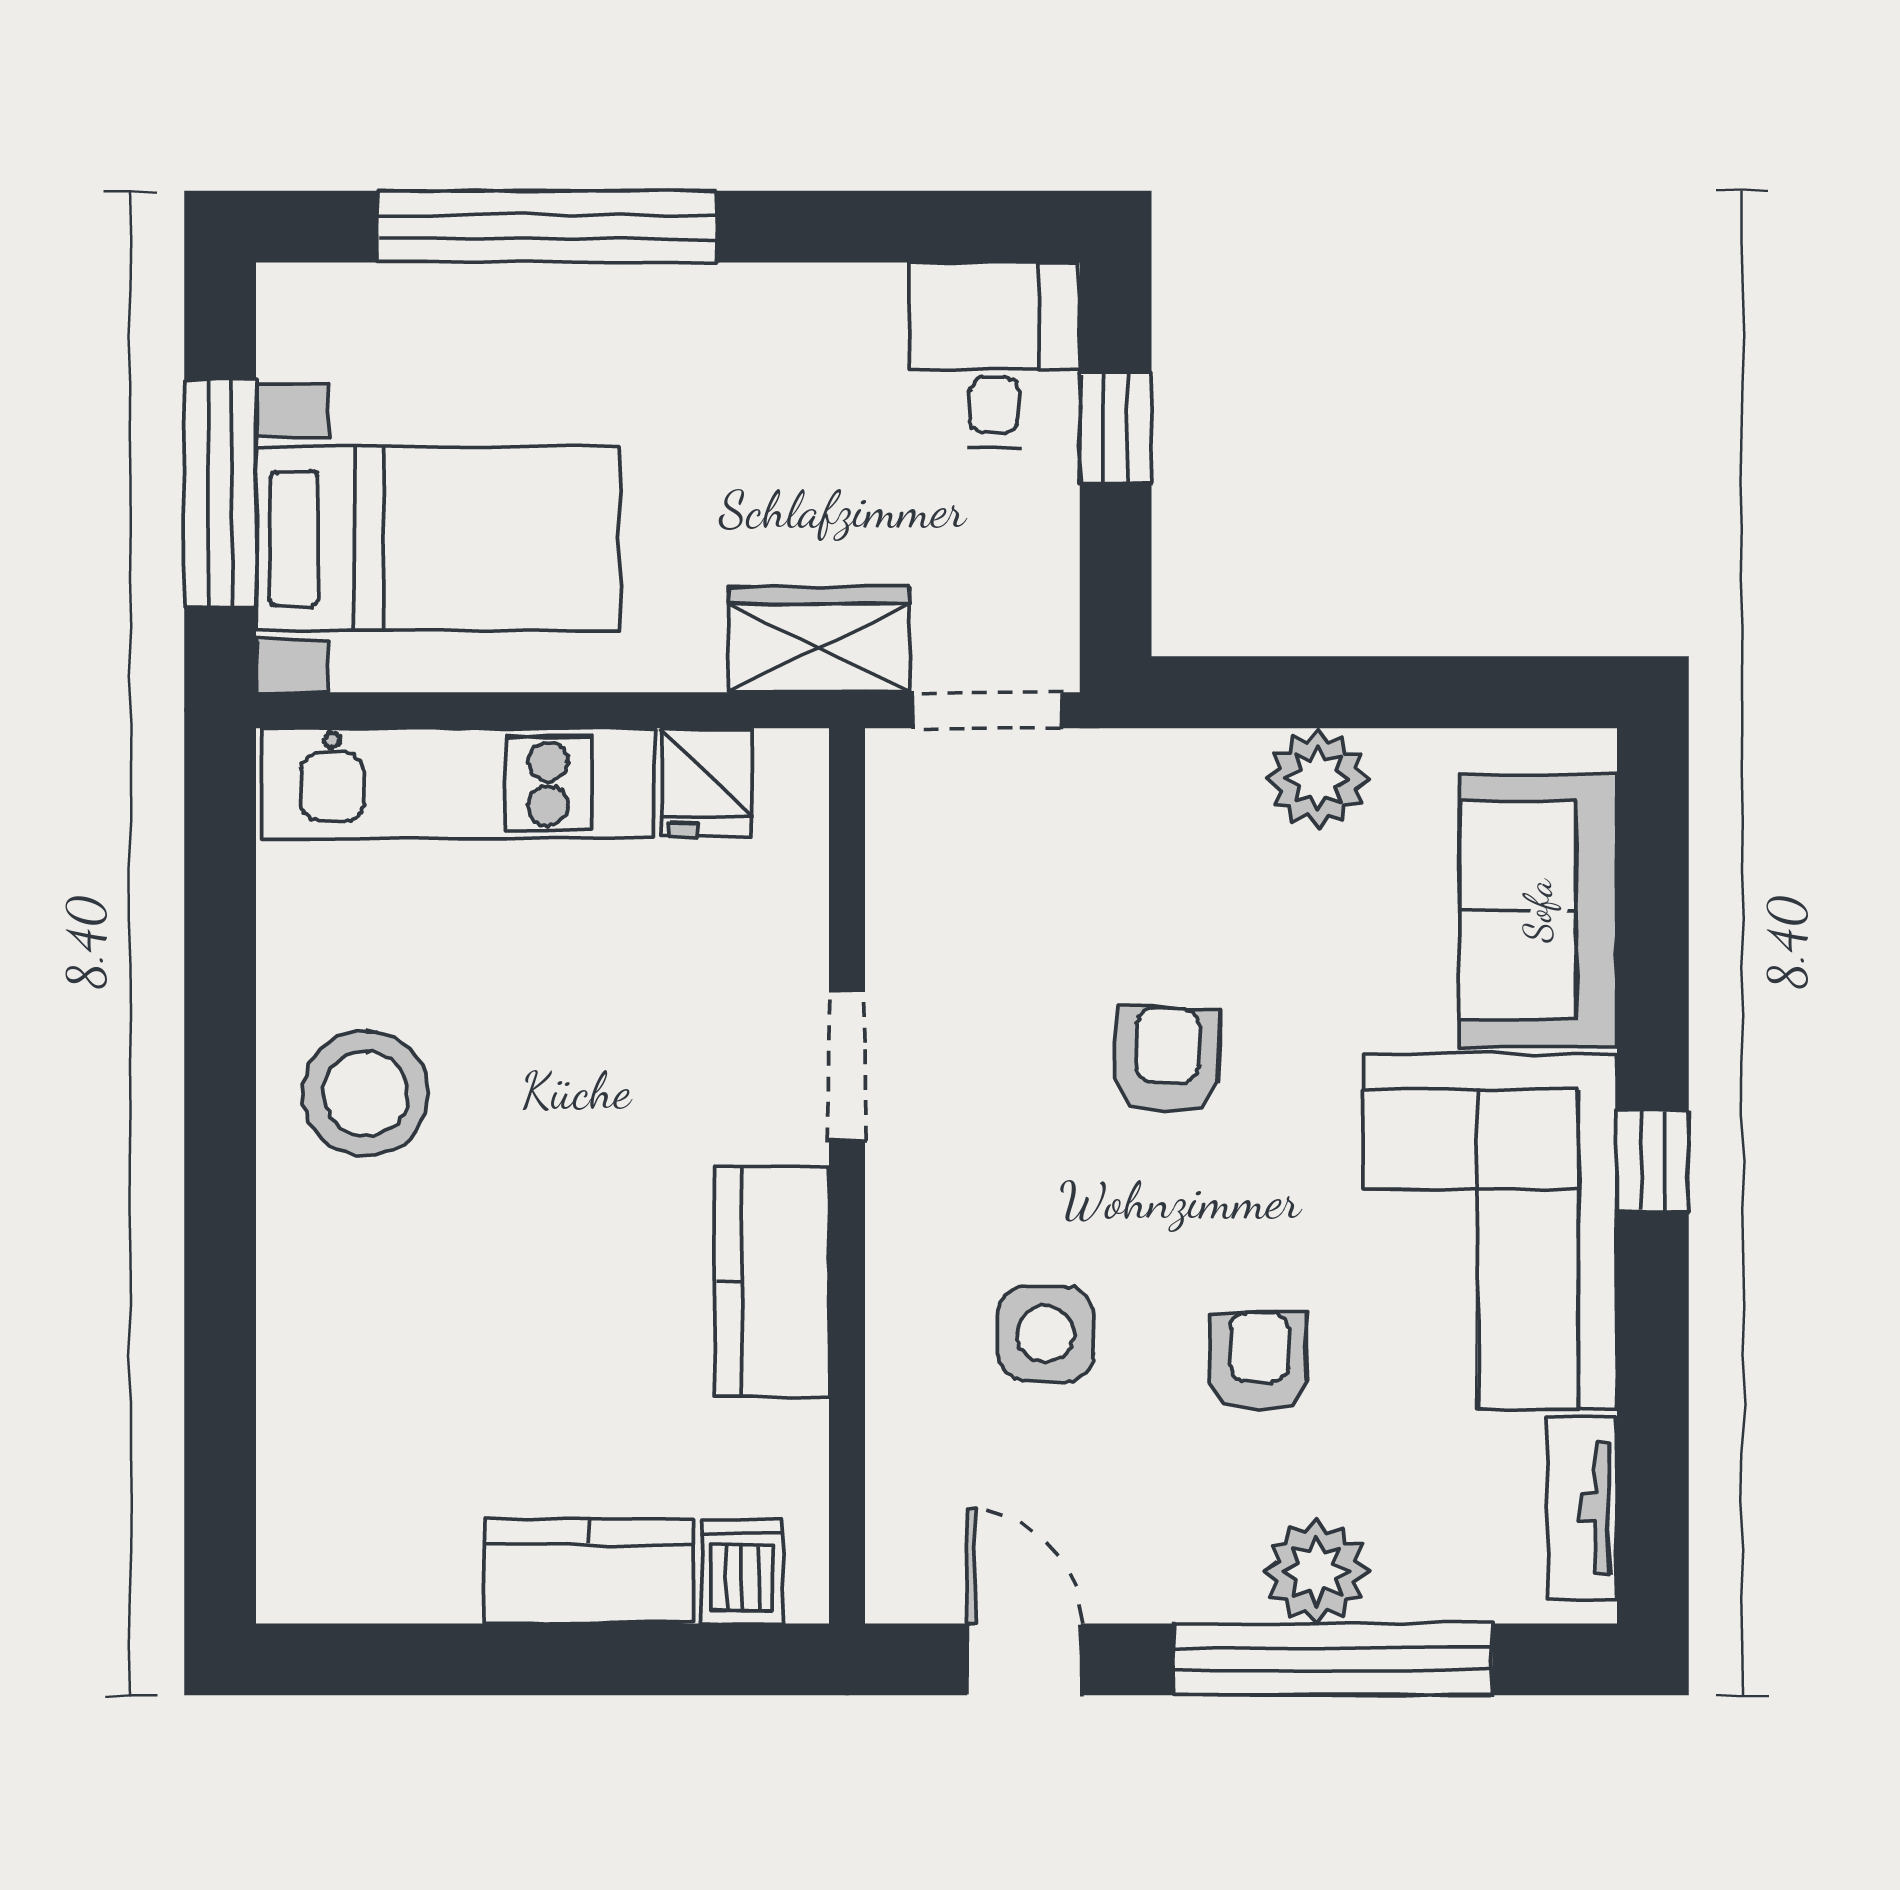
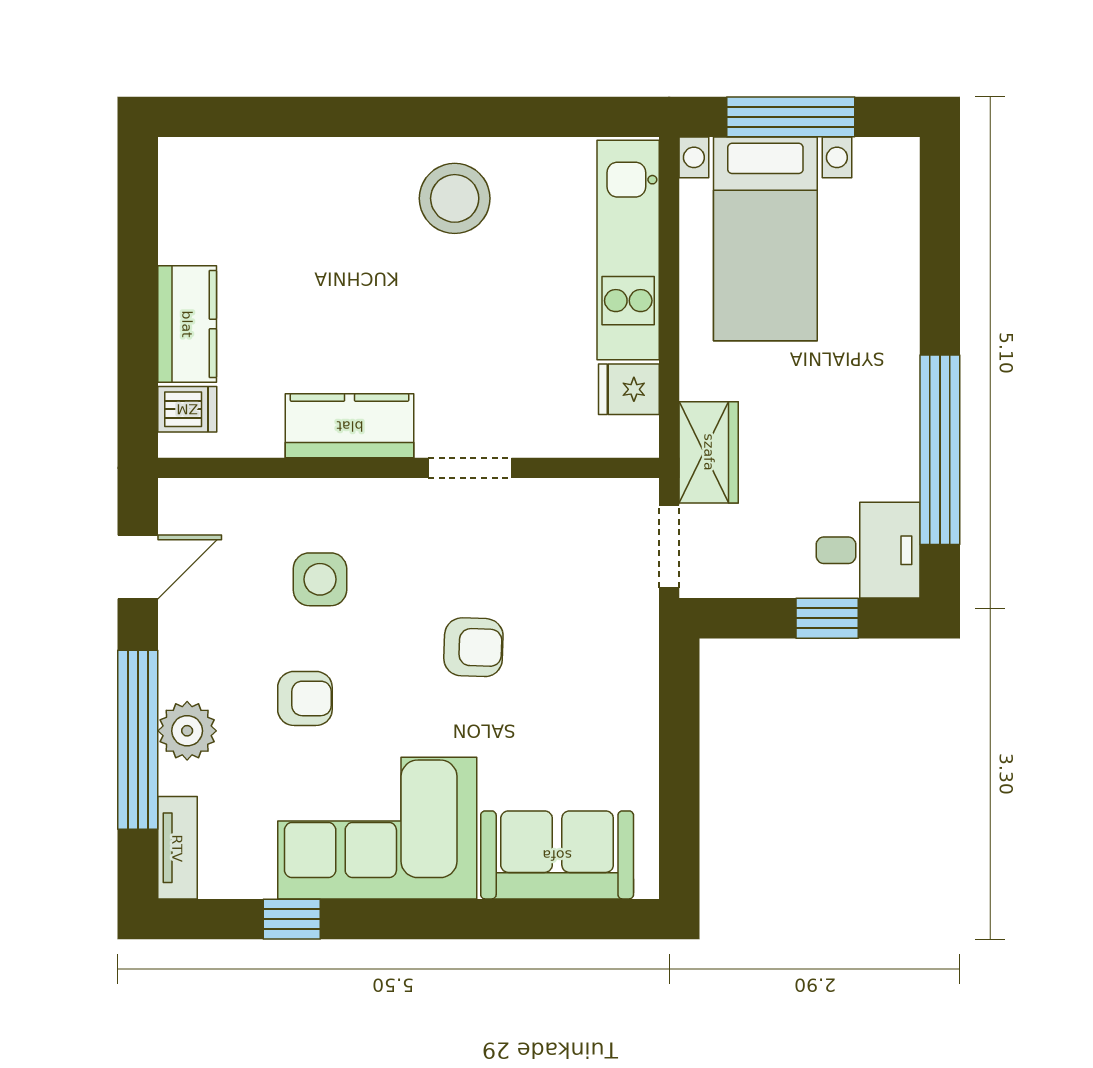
window: (547, 227) -> (940, 450), moved
plant: (1318, 779) -> (631, 731), removed
window: (1653, 1160) -> (292, 919), moved
tv unit: (1582, 1508) -> (177, 848), moved, turned 90

